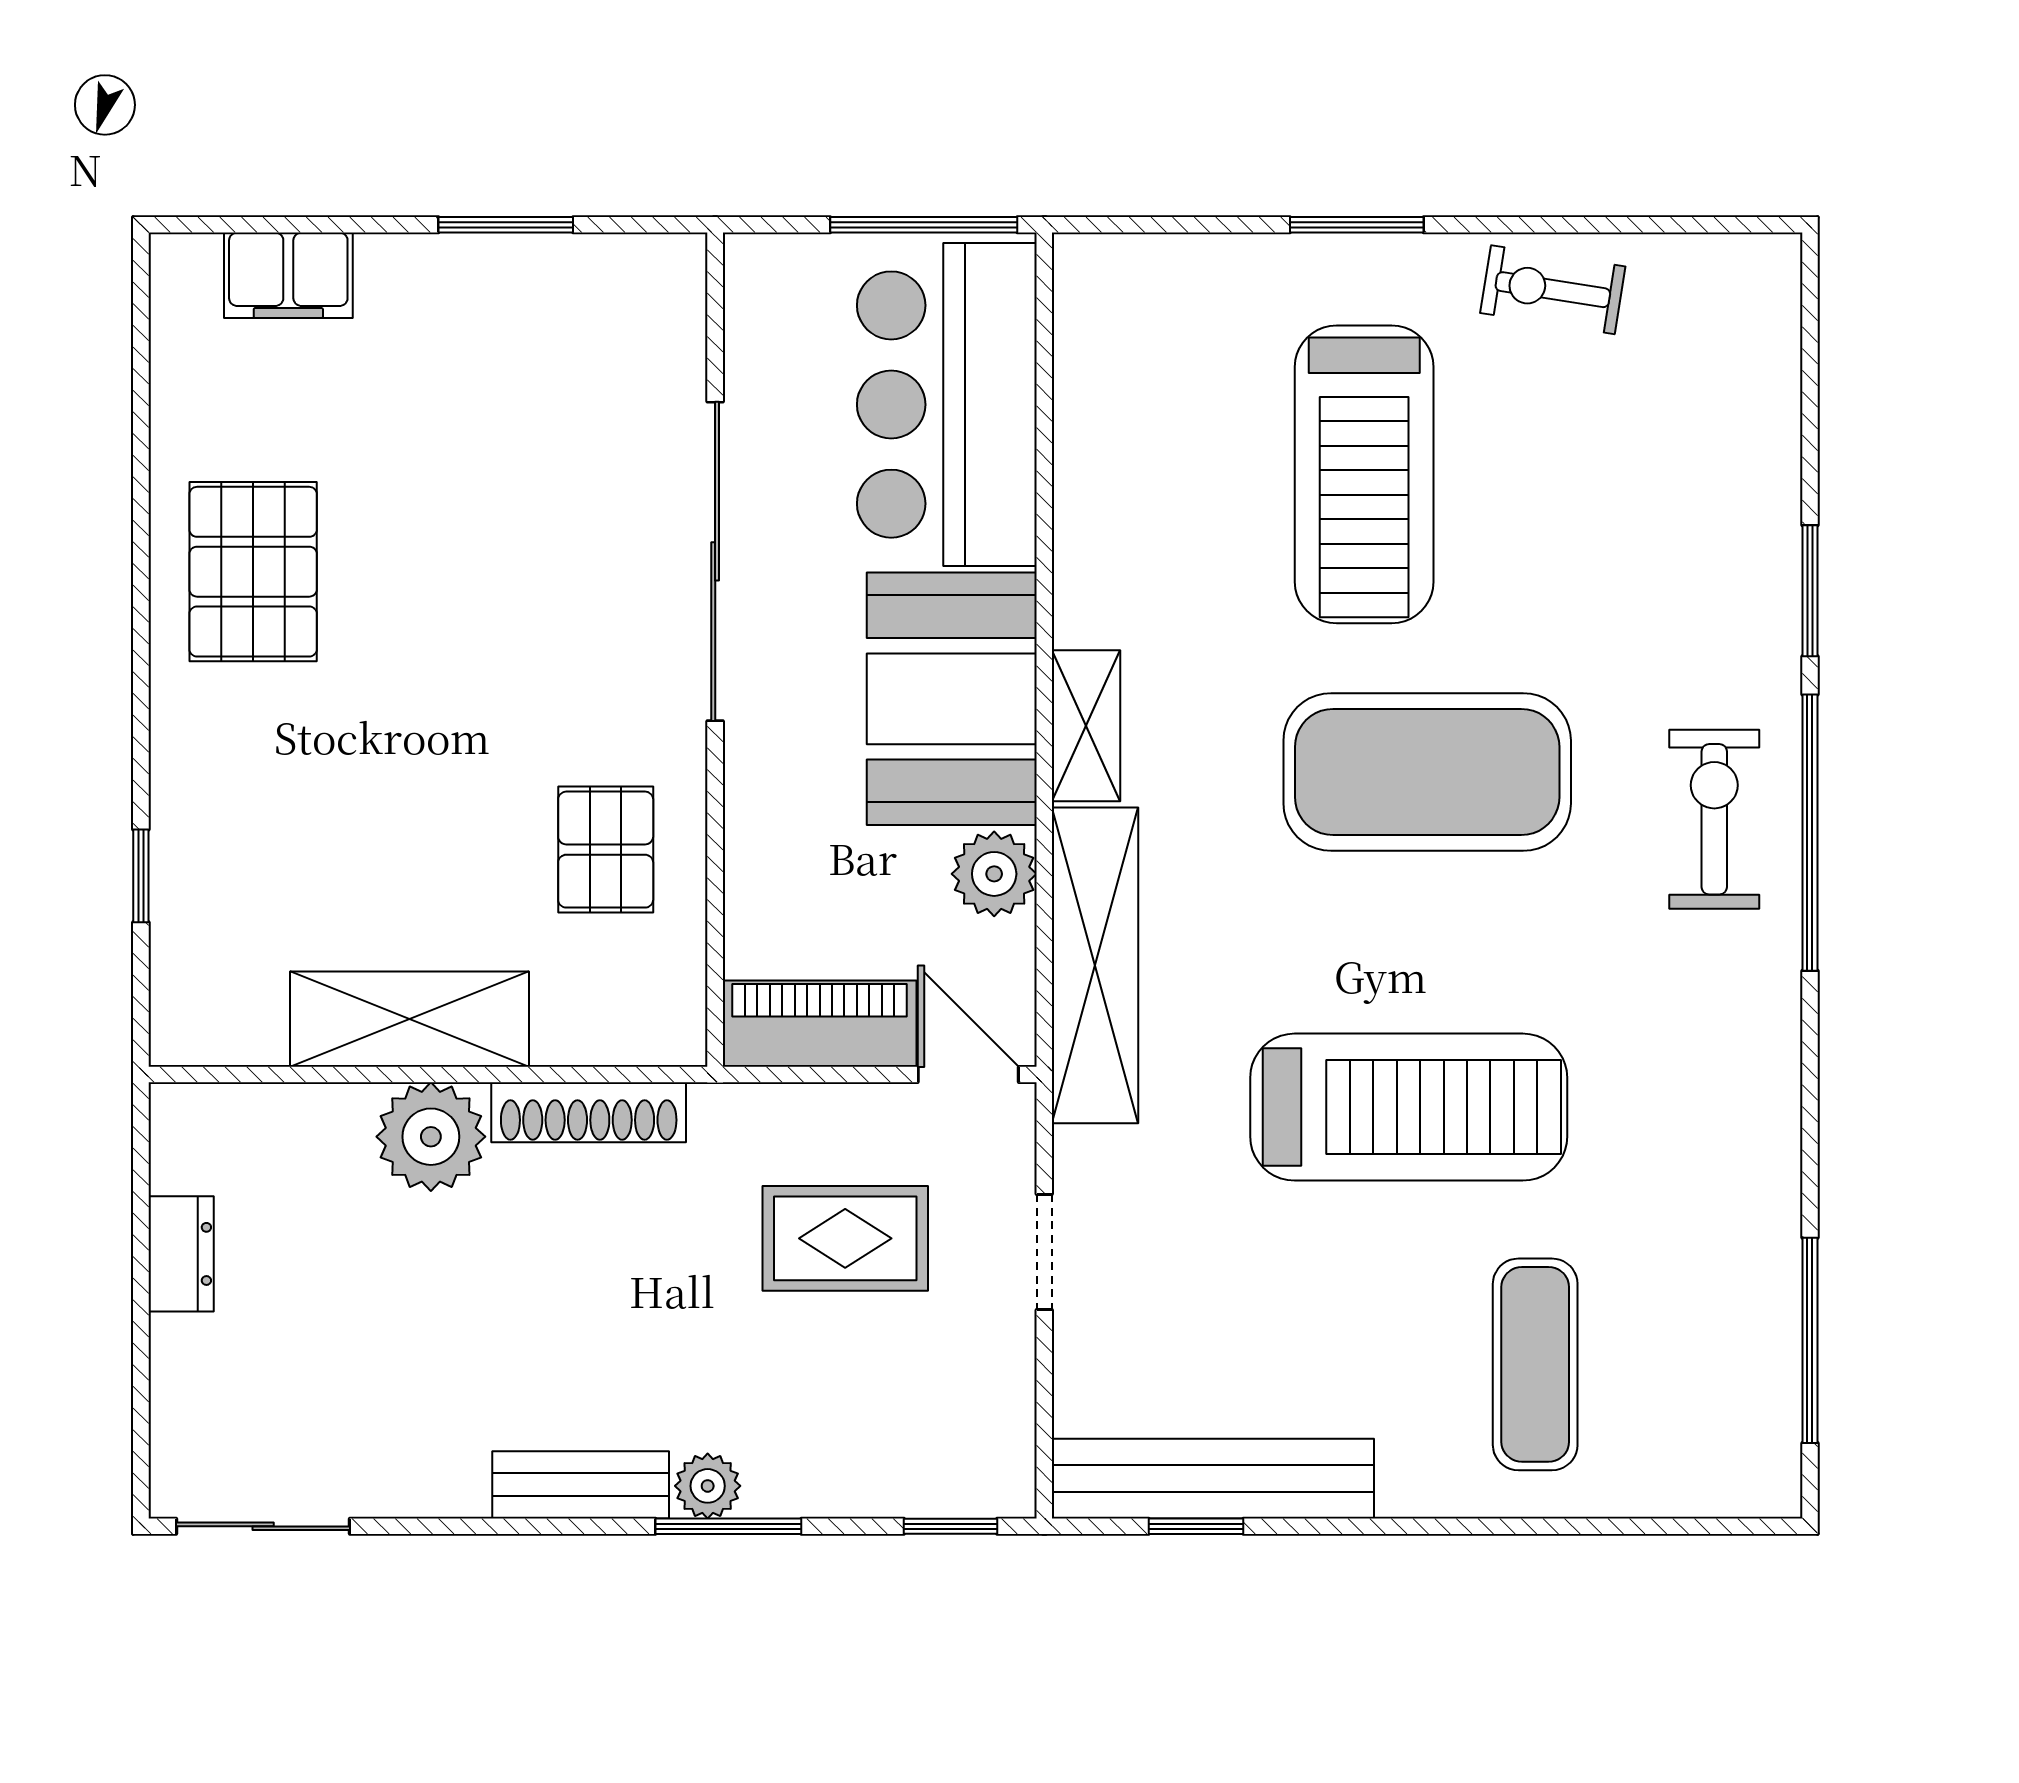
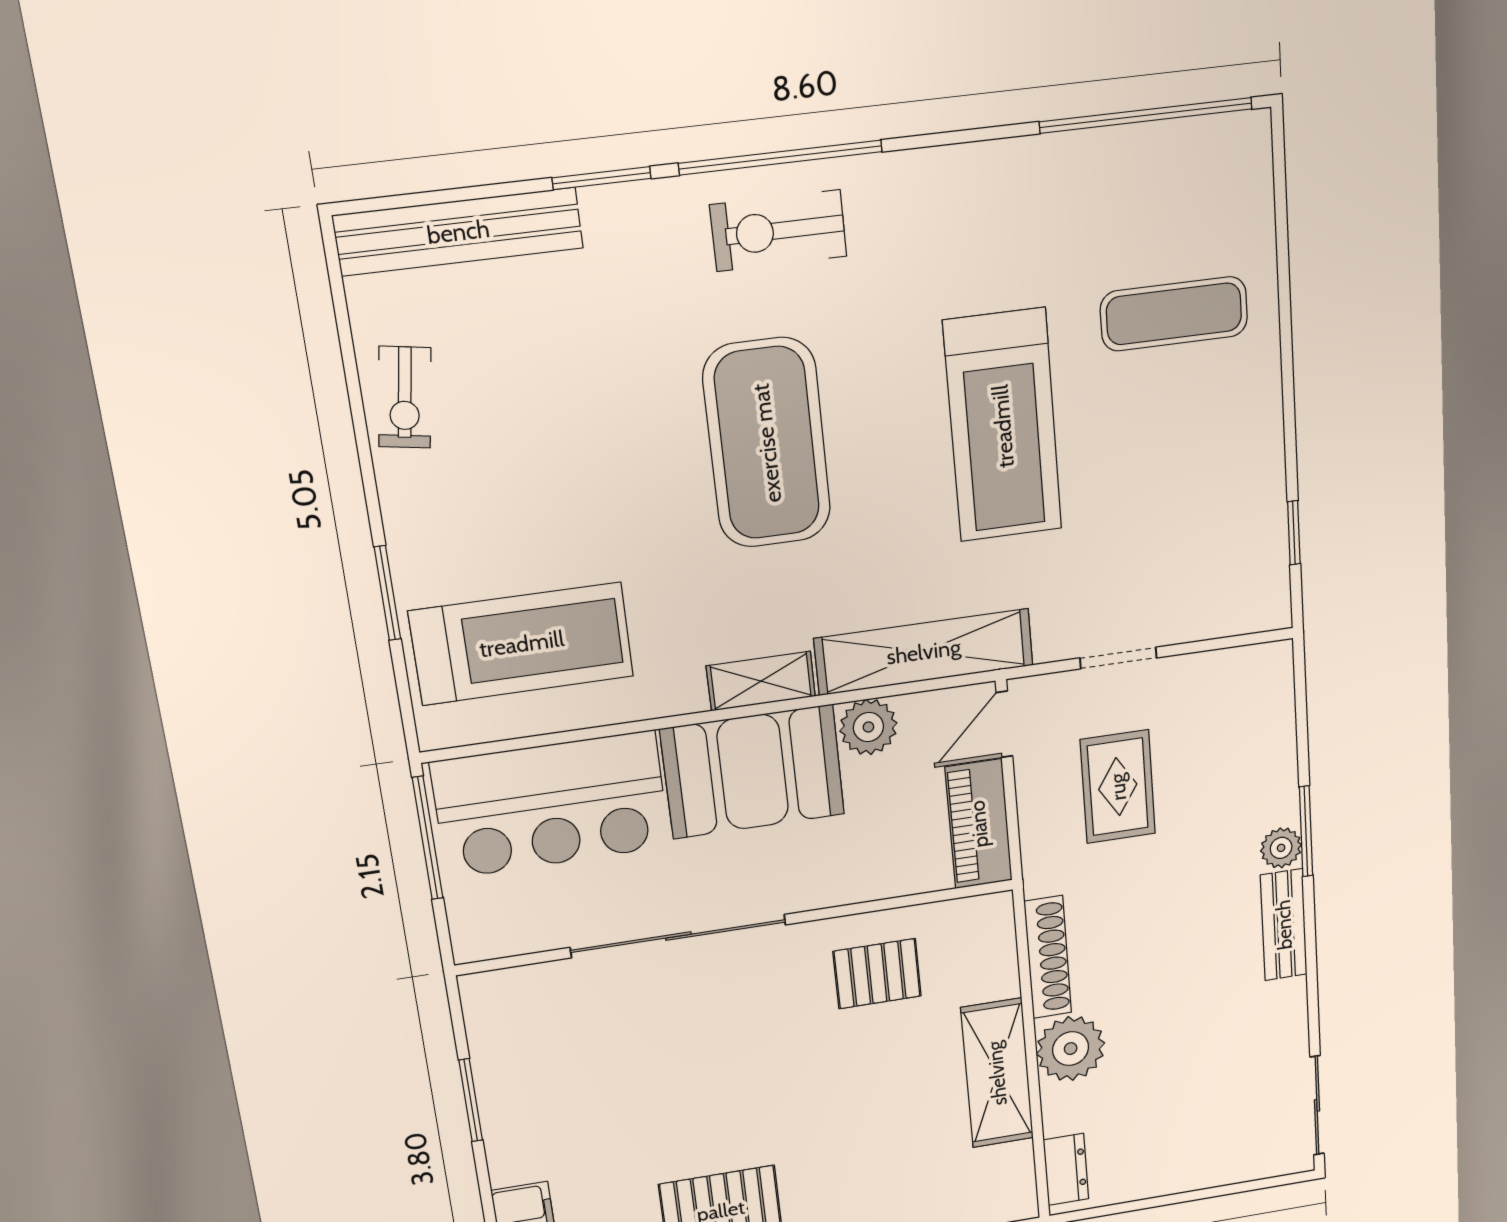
window: (1357, 225) -> (387, 593), moved
treadmill: (1364, 474) -> (522, 644), moved
treadmill: (1409, 1107) -> (1003, 426), turned 180
dresser: (181, 1254) -> (1066, 1169), moved, turned 90
window: (1810, 1340) -> (1146, 115), width x1.46
bench: (1213, 1479) -> (458, 232), moved, turned 90
window: (950, 1526) -> (1300, 693), removed

